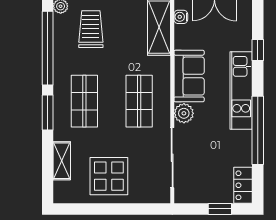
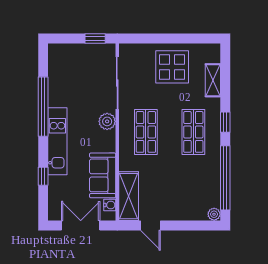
trolley: (91, 29) -> (188, 194), removed
sofa: (189, 76) -> (103, 175), moved
window: (48, 112) -> (225, 122), width x0.67
locker: (243, 185) -> (56, 59), removed
window: (220, 209) -> (95, 39), moved

